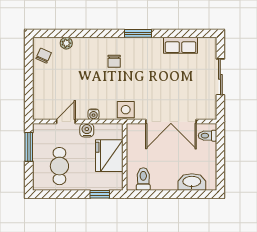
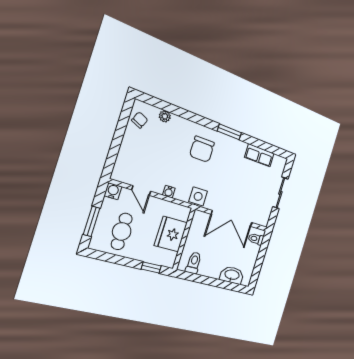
chair: (114, 61) -> (202, 149), width x1.87, depth x1.87
door: (66, 121) -> (141, 191), swing flipped
water cooler: (87, 130) -> (113, 191), moved
window: (29, 147) -> (92, 221), moved

